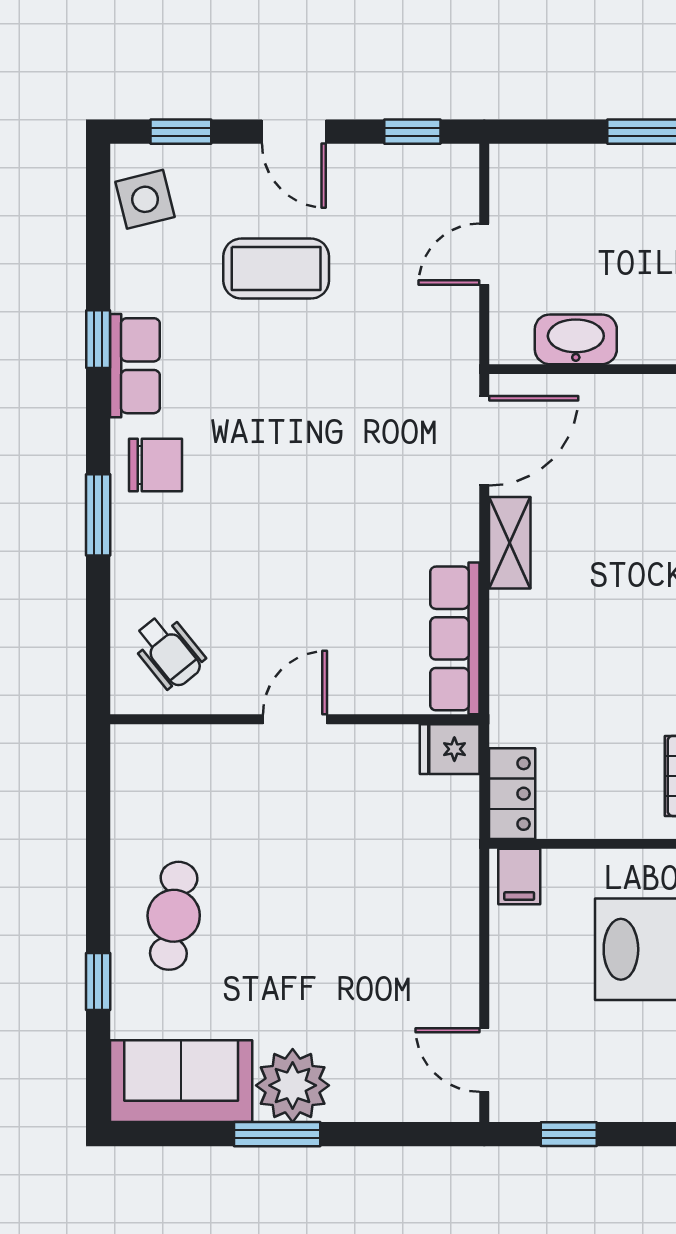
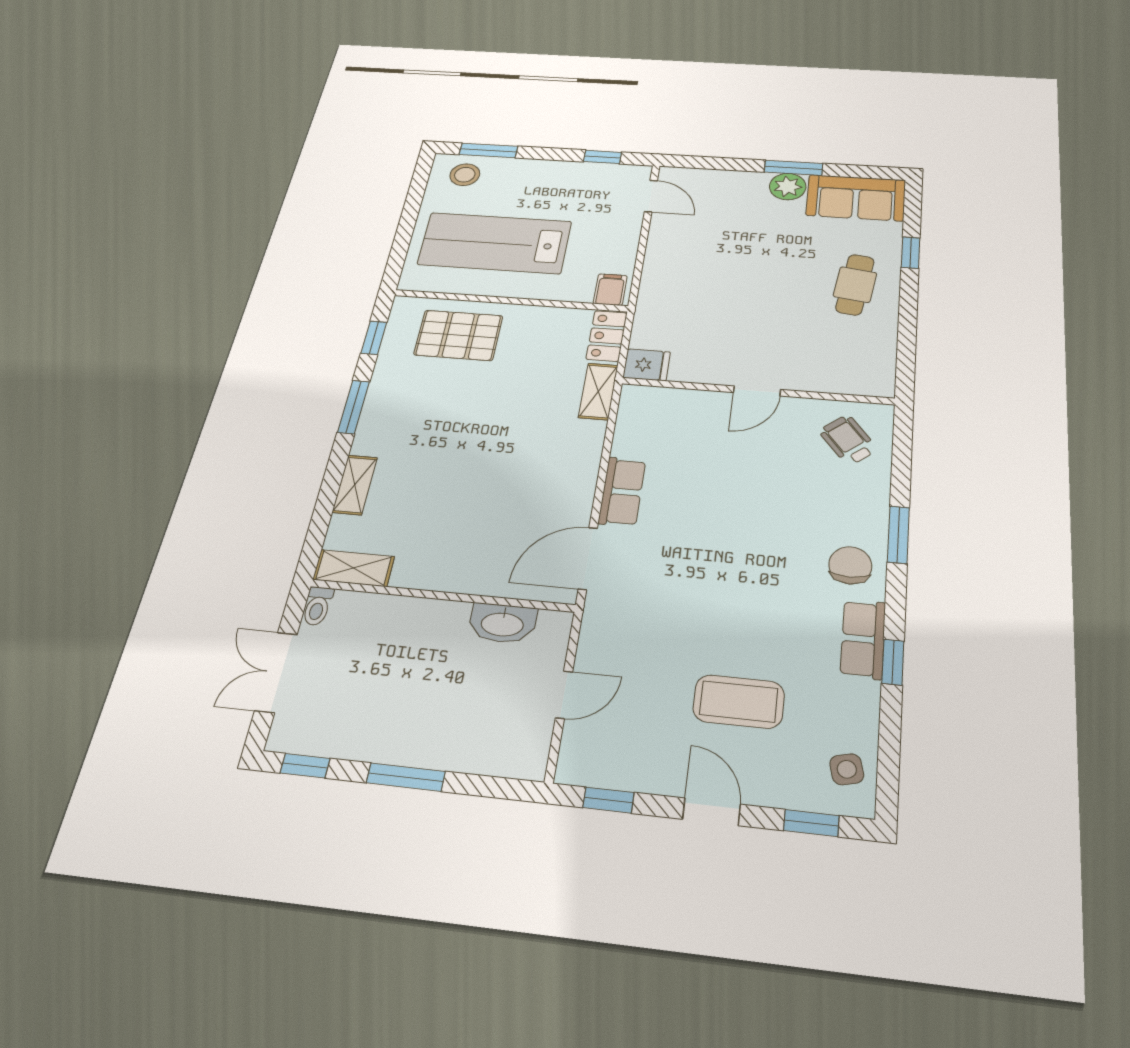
side table: (145, 199) -> (847, 769), width x0.73, depth x0.73
chair: (156, 465) -> (850, 565), turned 90
shelving: (510, 543) -> (598, 391), moved
row of seats: (455, 638) -> (622, 492), moved, width x0.68
plant: (293, 1085) -> (788, 187), width x0.73, depth x0.73

